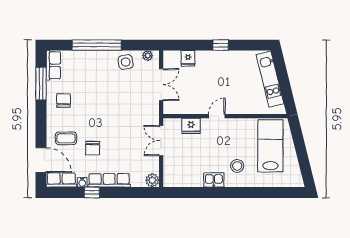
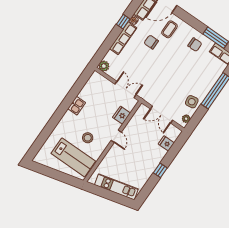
stool: (237, 166) -> (88, 138), moved

